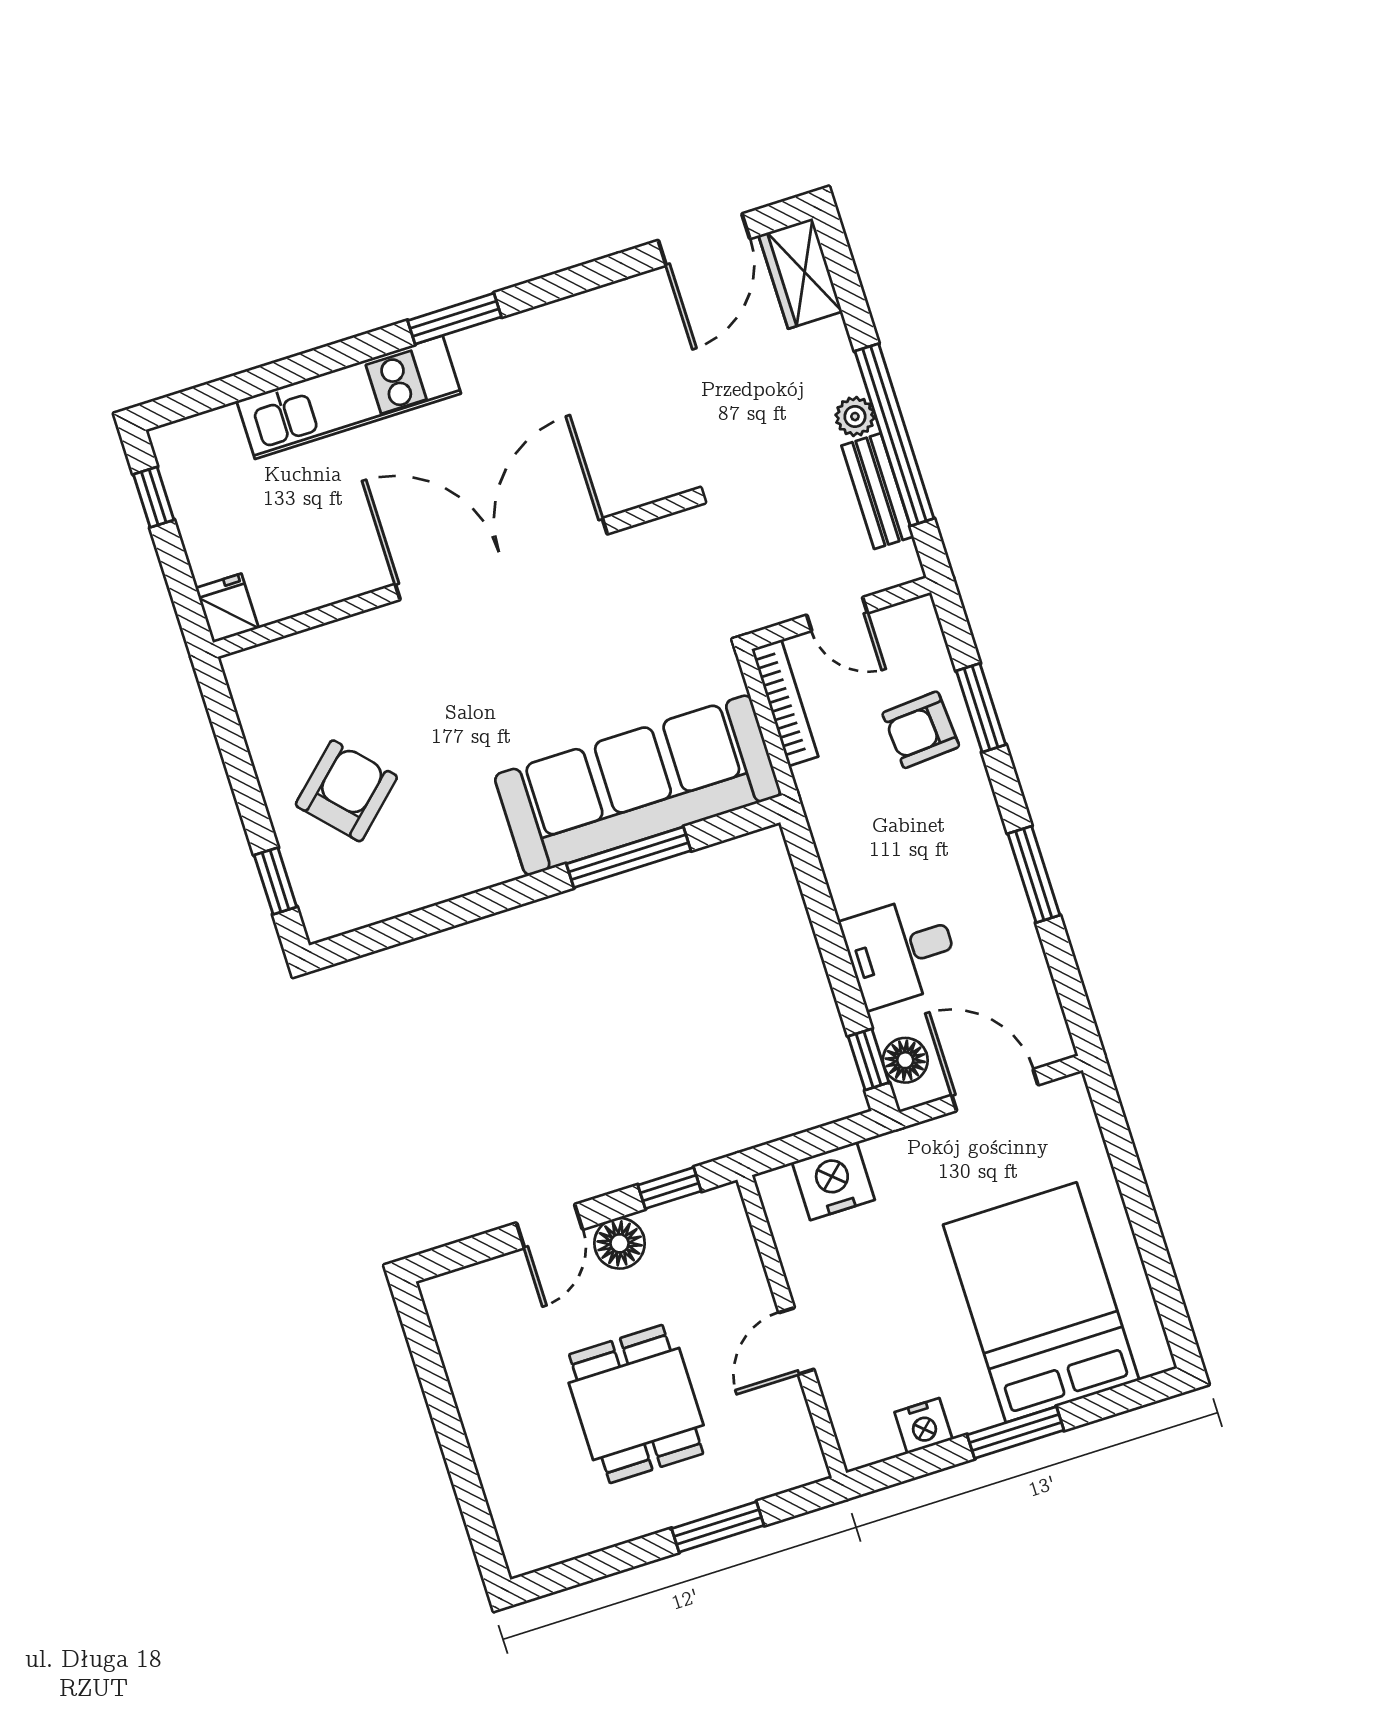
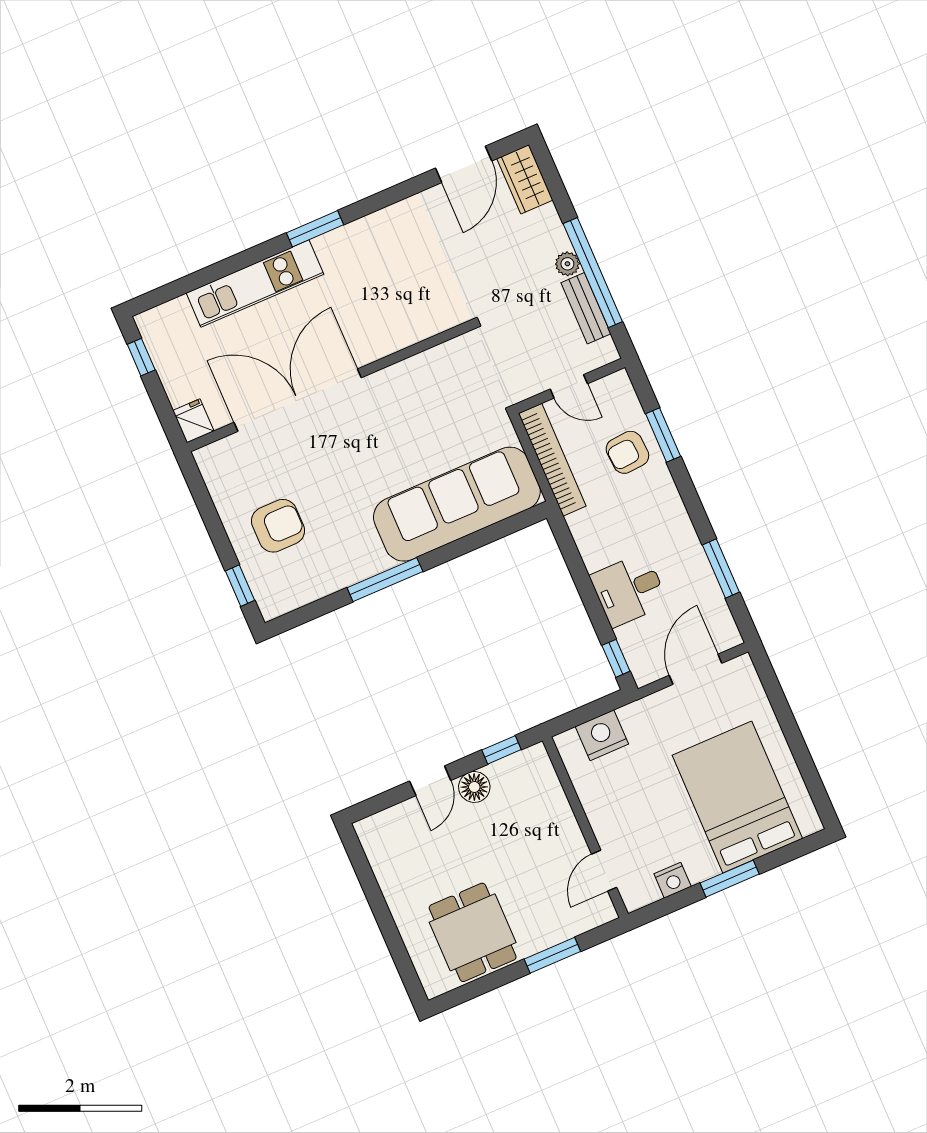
double door: (501, 559) -> (298, 400), moved
bookcase: (785, 703) -> (552, 460), width x1.48, depth x1.31
armchair: (346, 791) -> (278, 526), turned 43
window: (629, 857) -> (385, 580), moved
window: (1034, 874) -> (721, 569), moved
floor lamp: (905, 1060) -> (639, 656), removed
door: (995, 1090) -> (696, 669), hinge flipped
door: (796, 1341) -> (604, 871), moved
dining table: (636, 1404) -> (473, 932), moved

